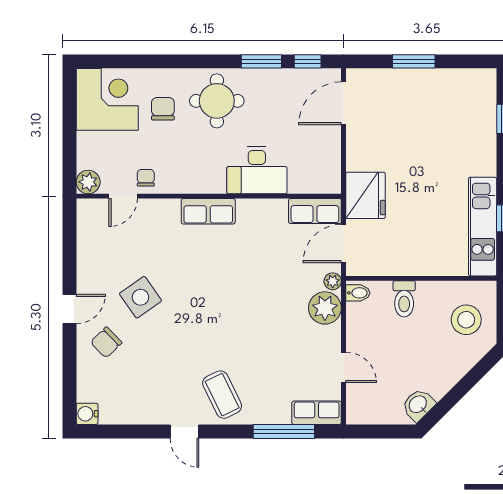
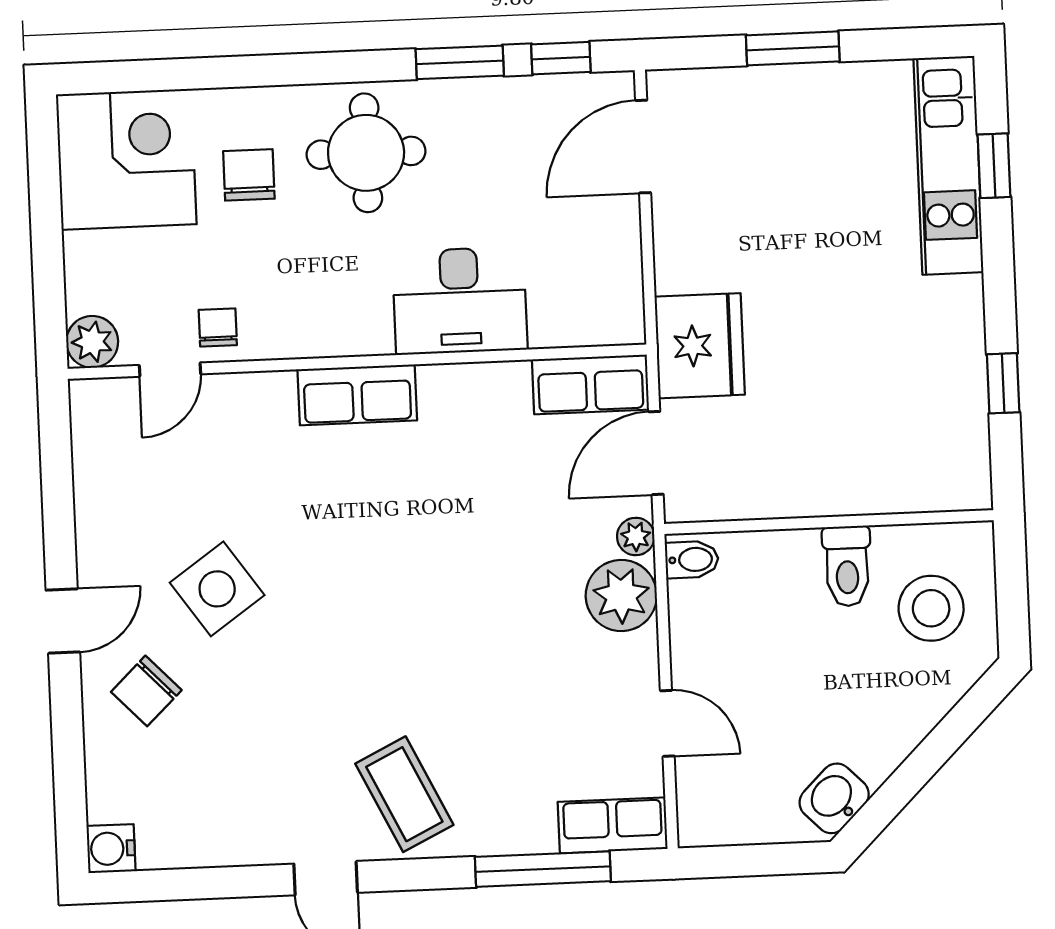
kitchen unit: (483, 227) -> (948, 165), moved
toilet: (404, 299) -> (847, 566), moved

